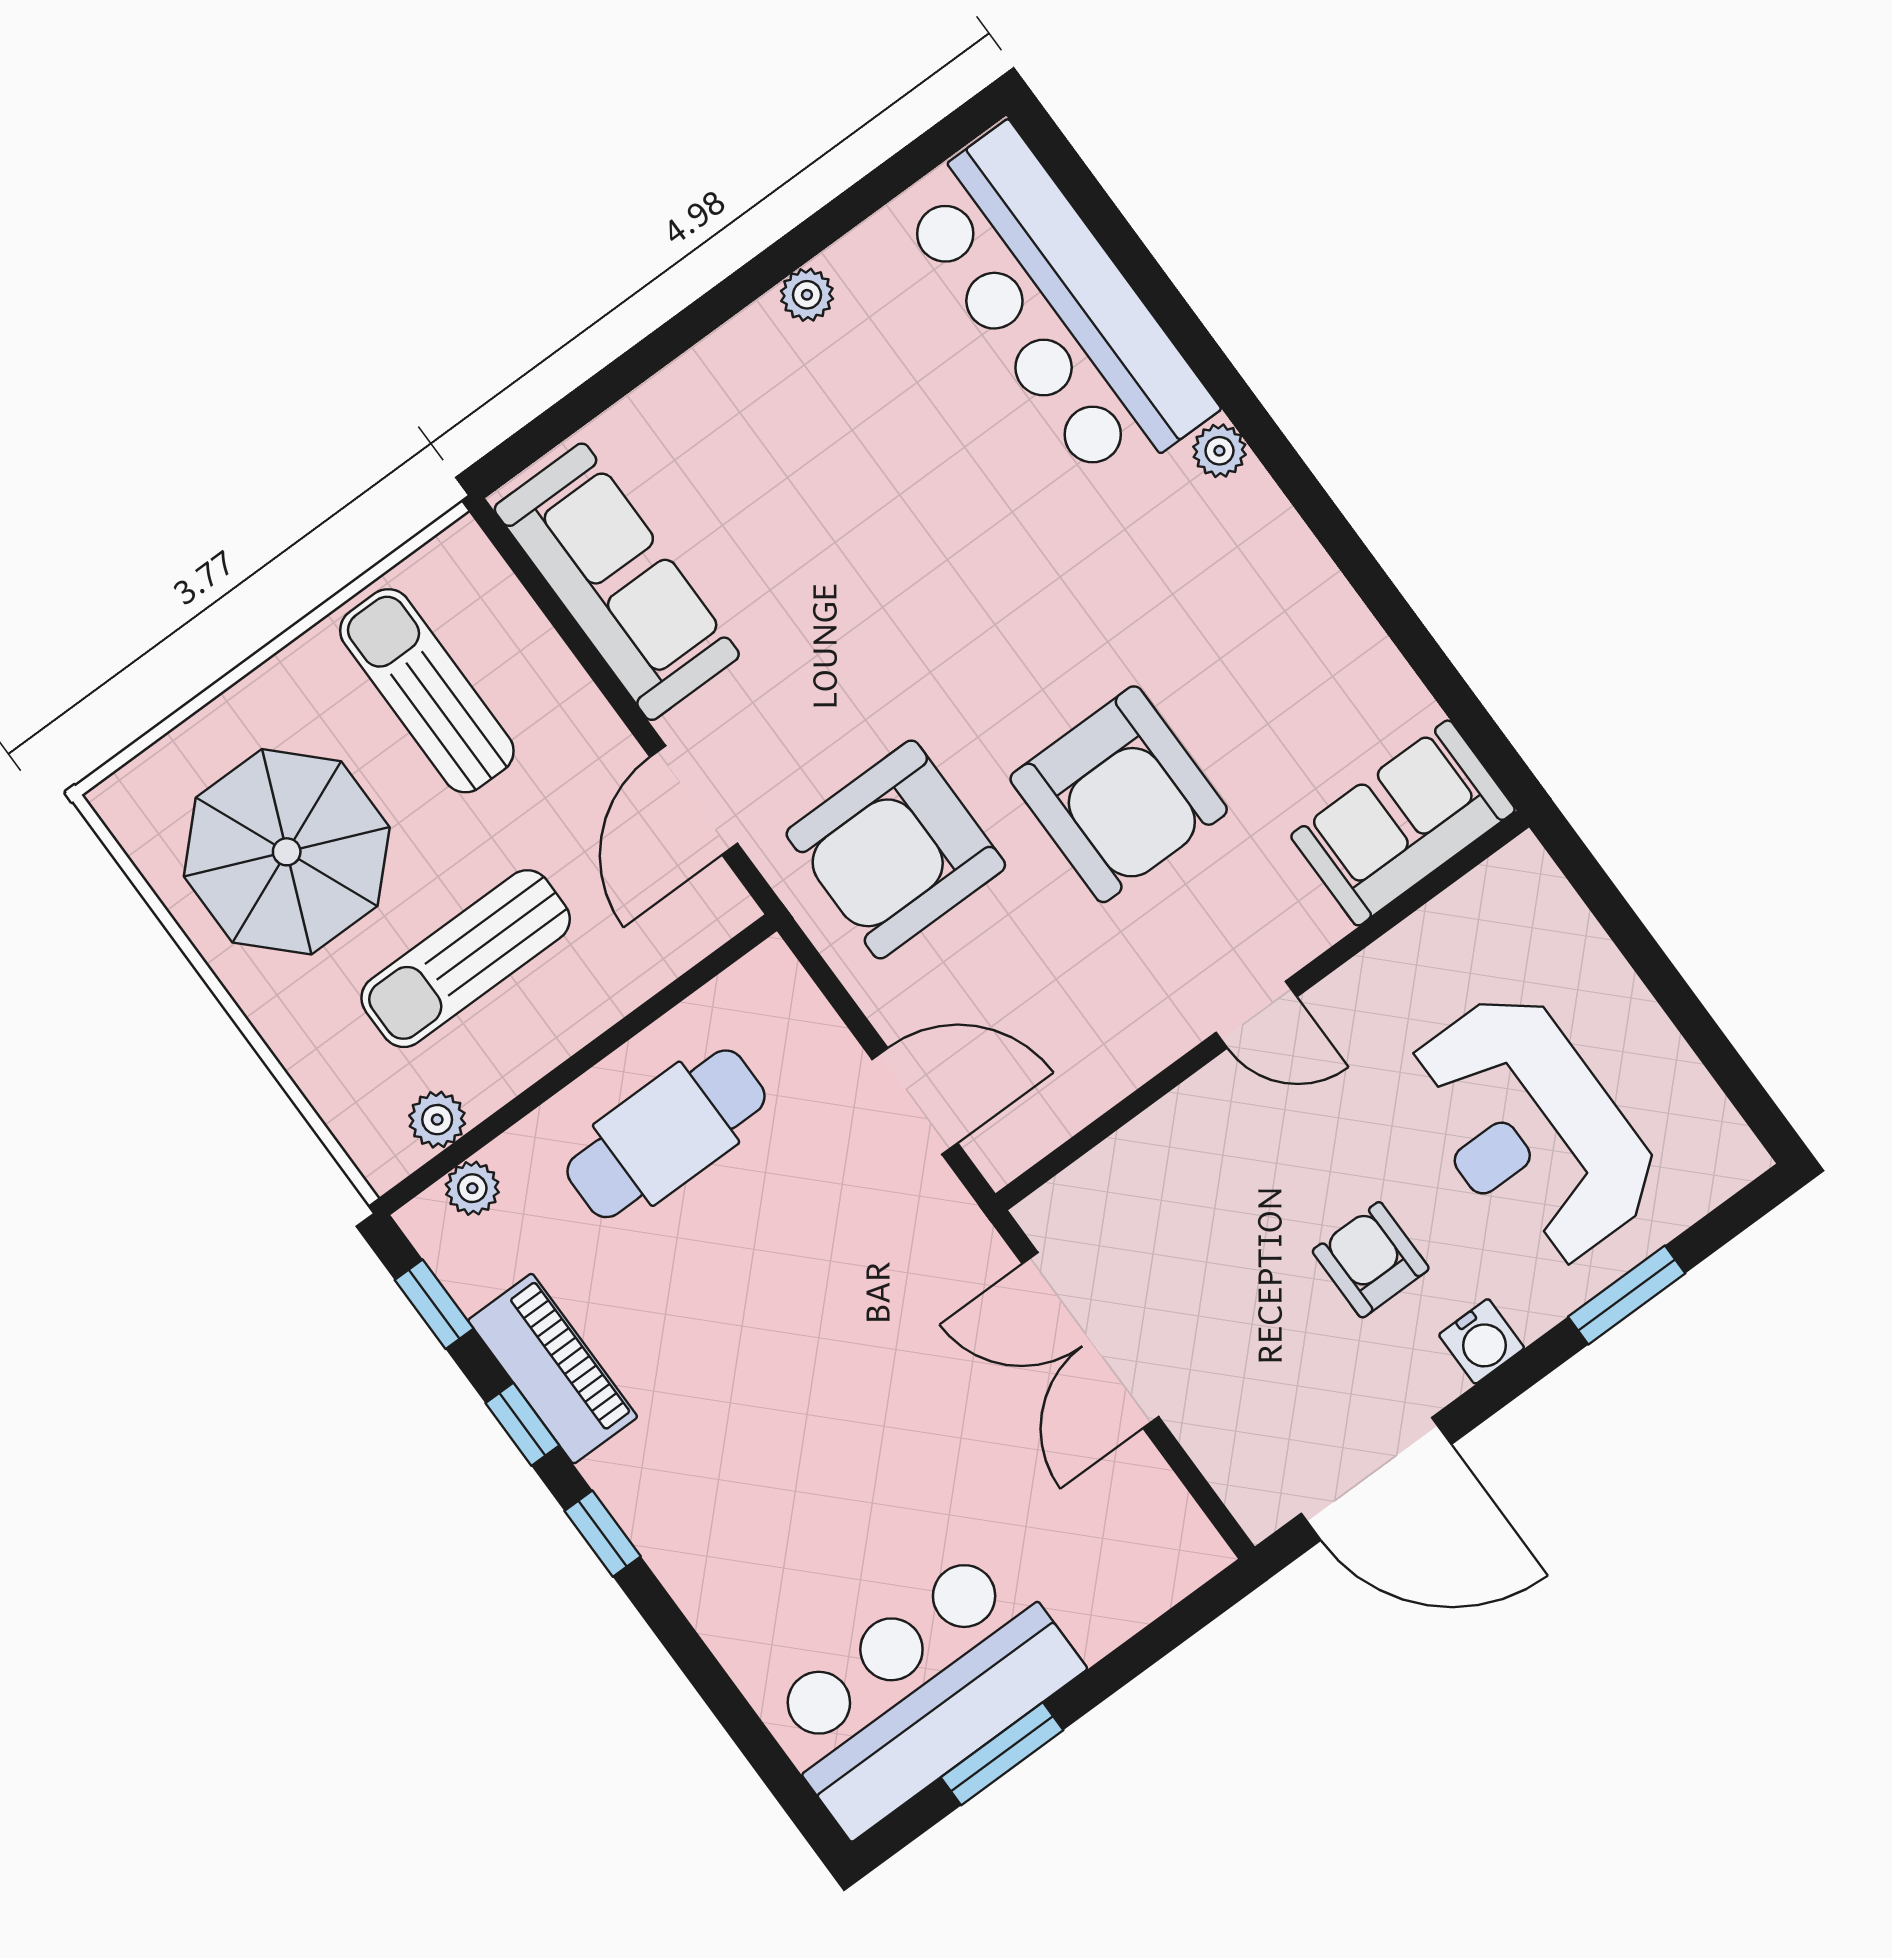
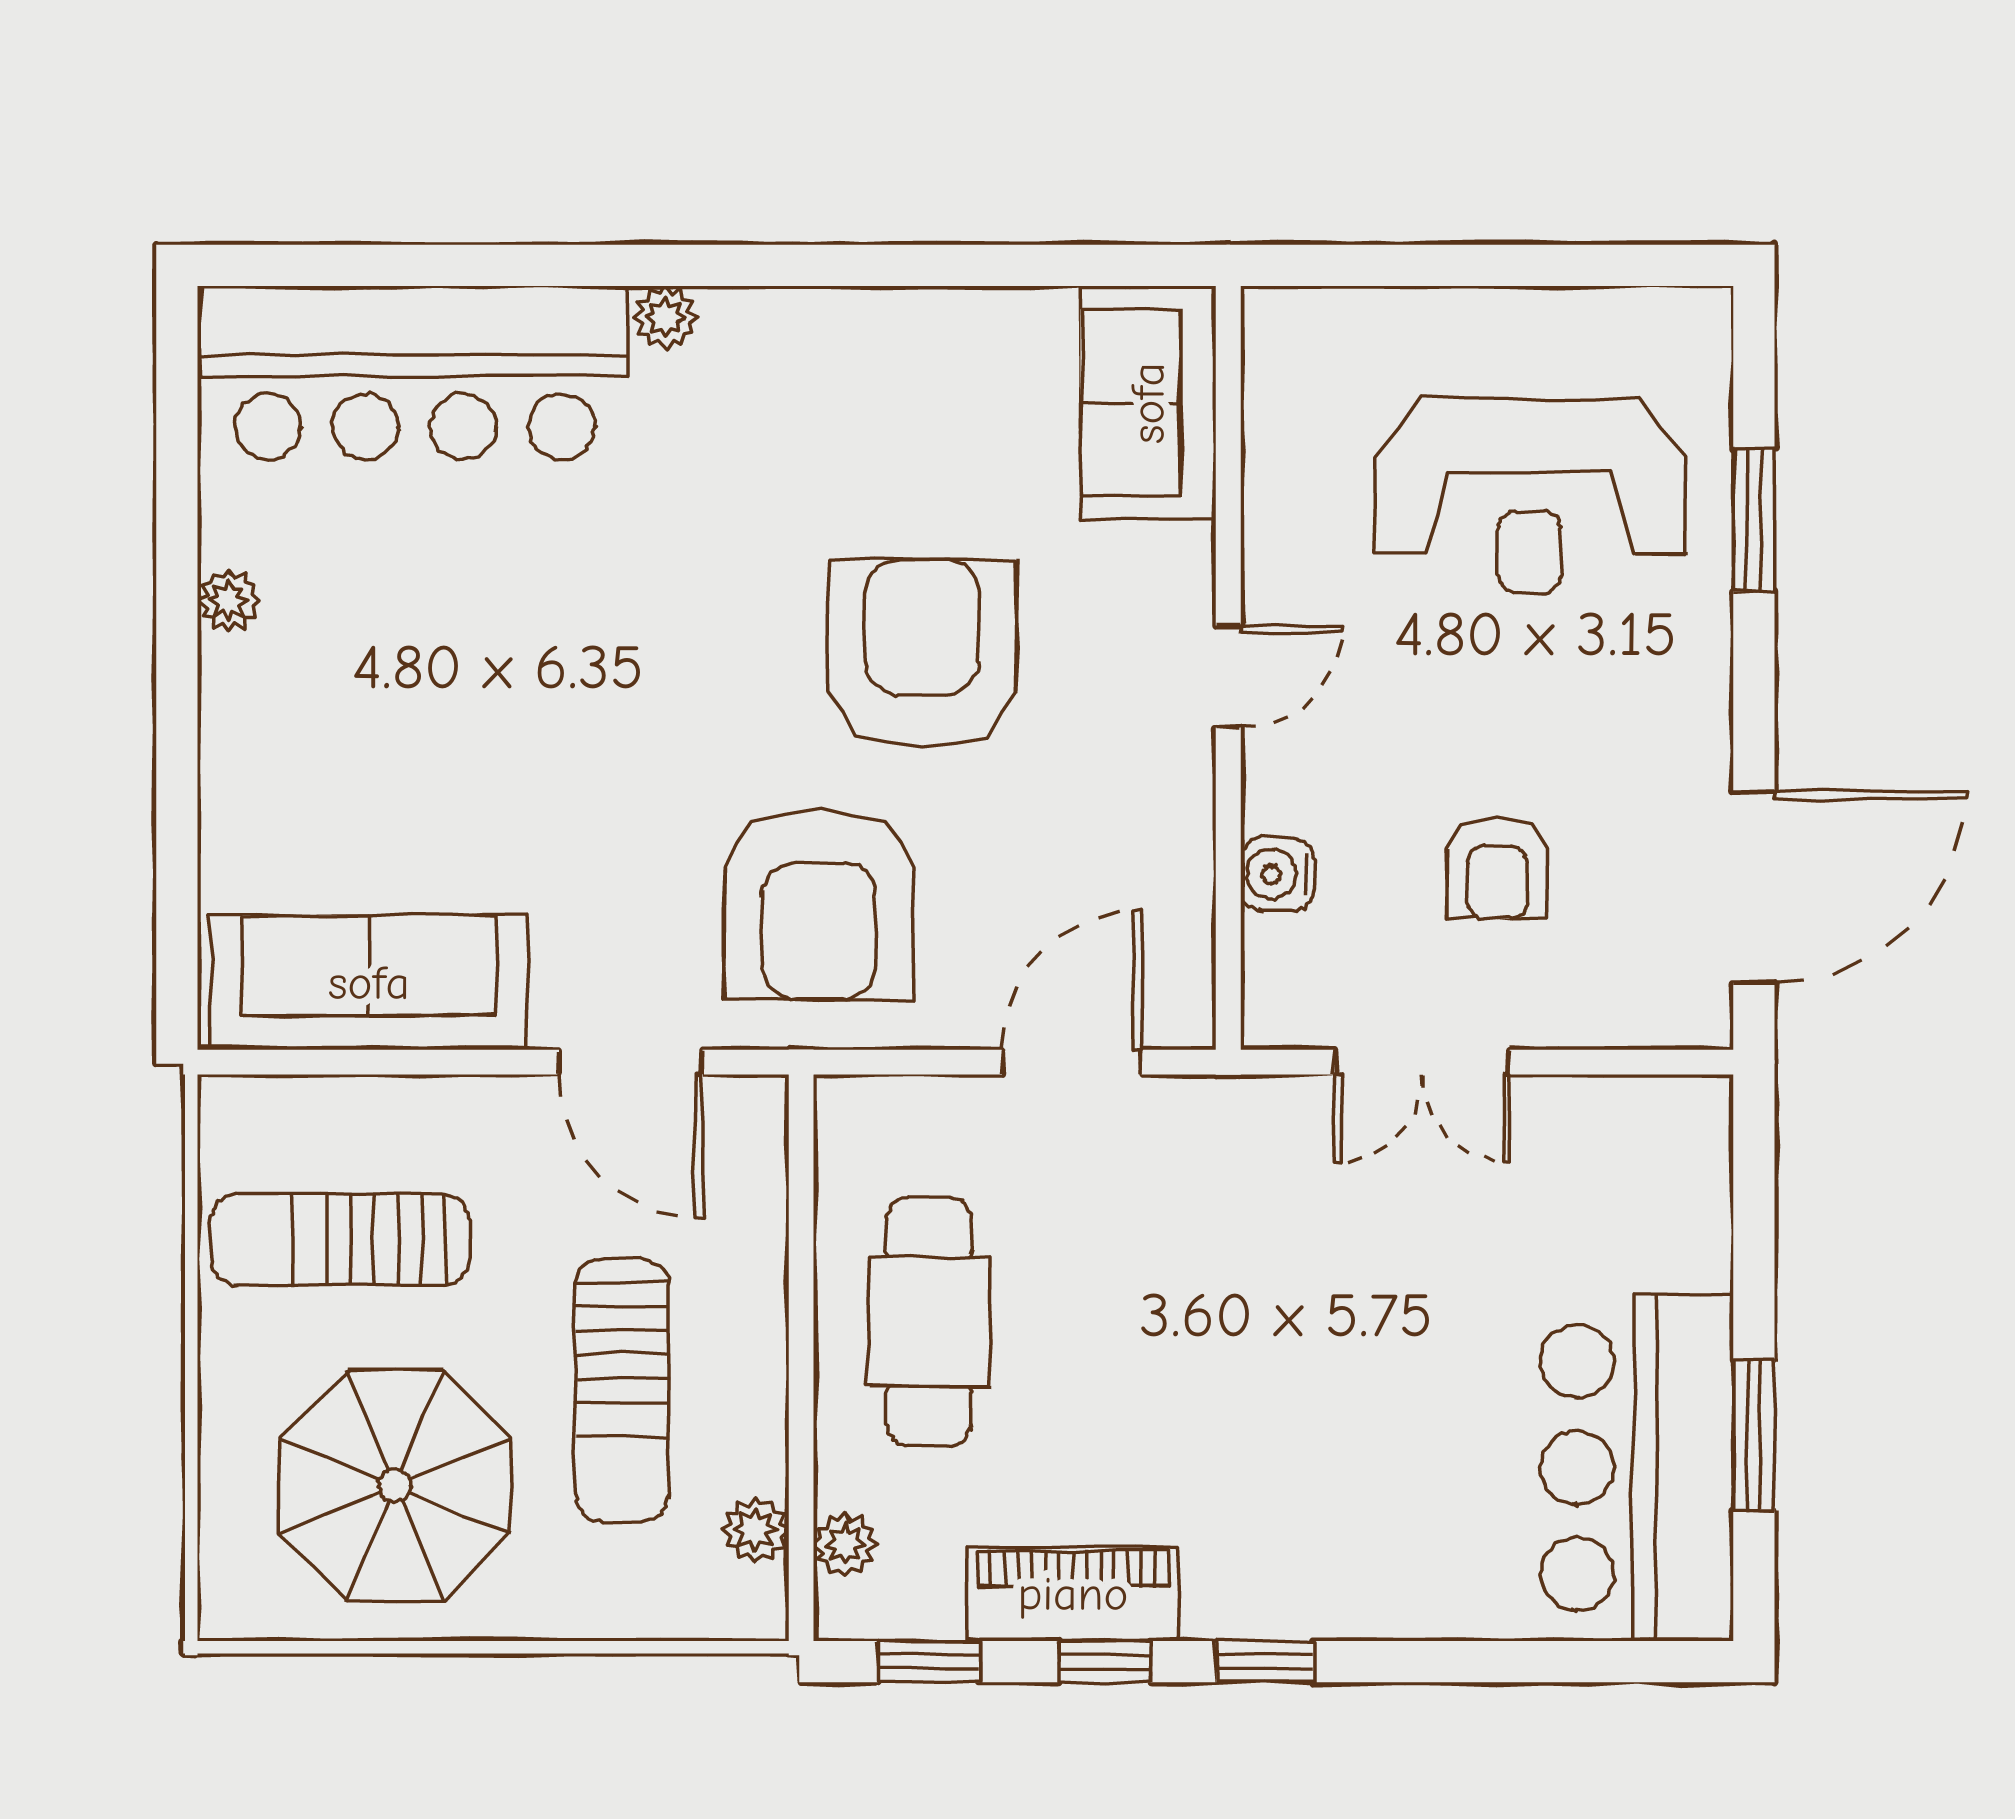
armchair: (1119, 794) -> (922, 653), turned -90
armchair: (1371, 1260) -> (1497, 868), moved, turned -90
double door: (1090, 1340) -> (1422, 1062), width x0.73
water cooler: (1482, 1341) -> (1277, 874), moved, turned 180

